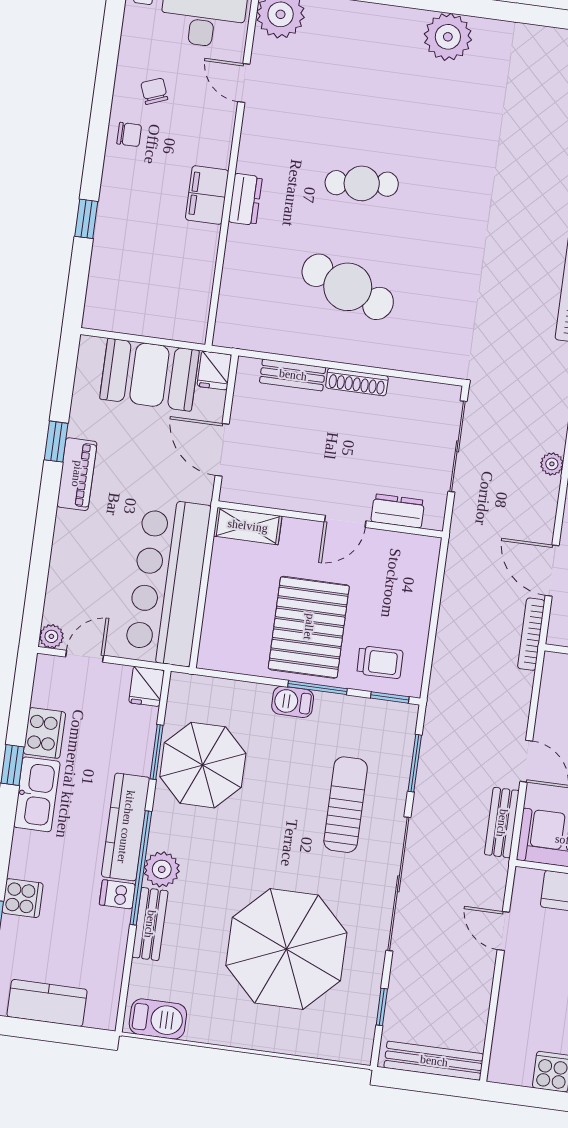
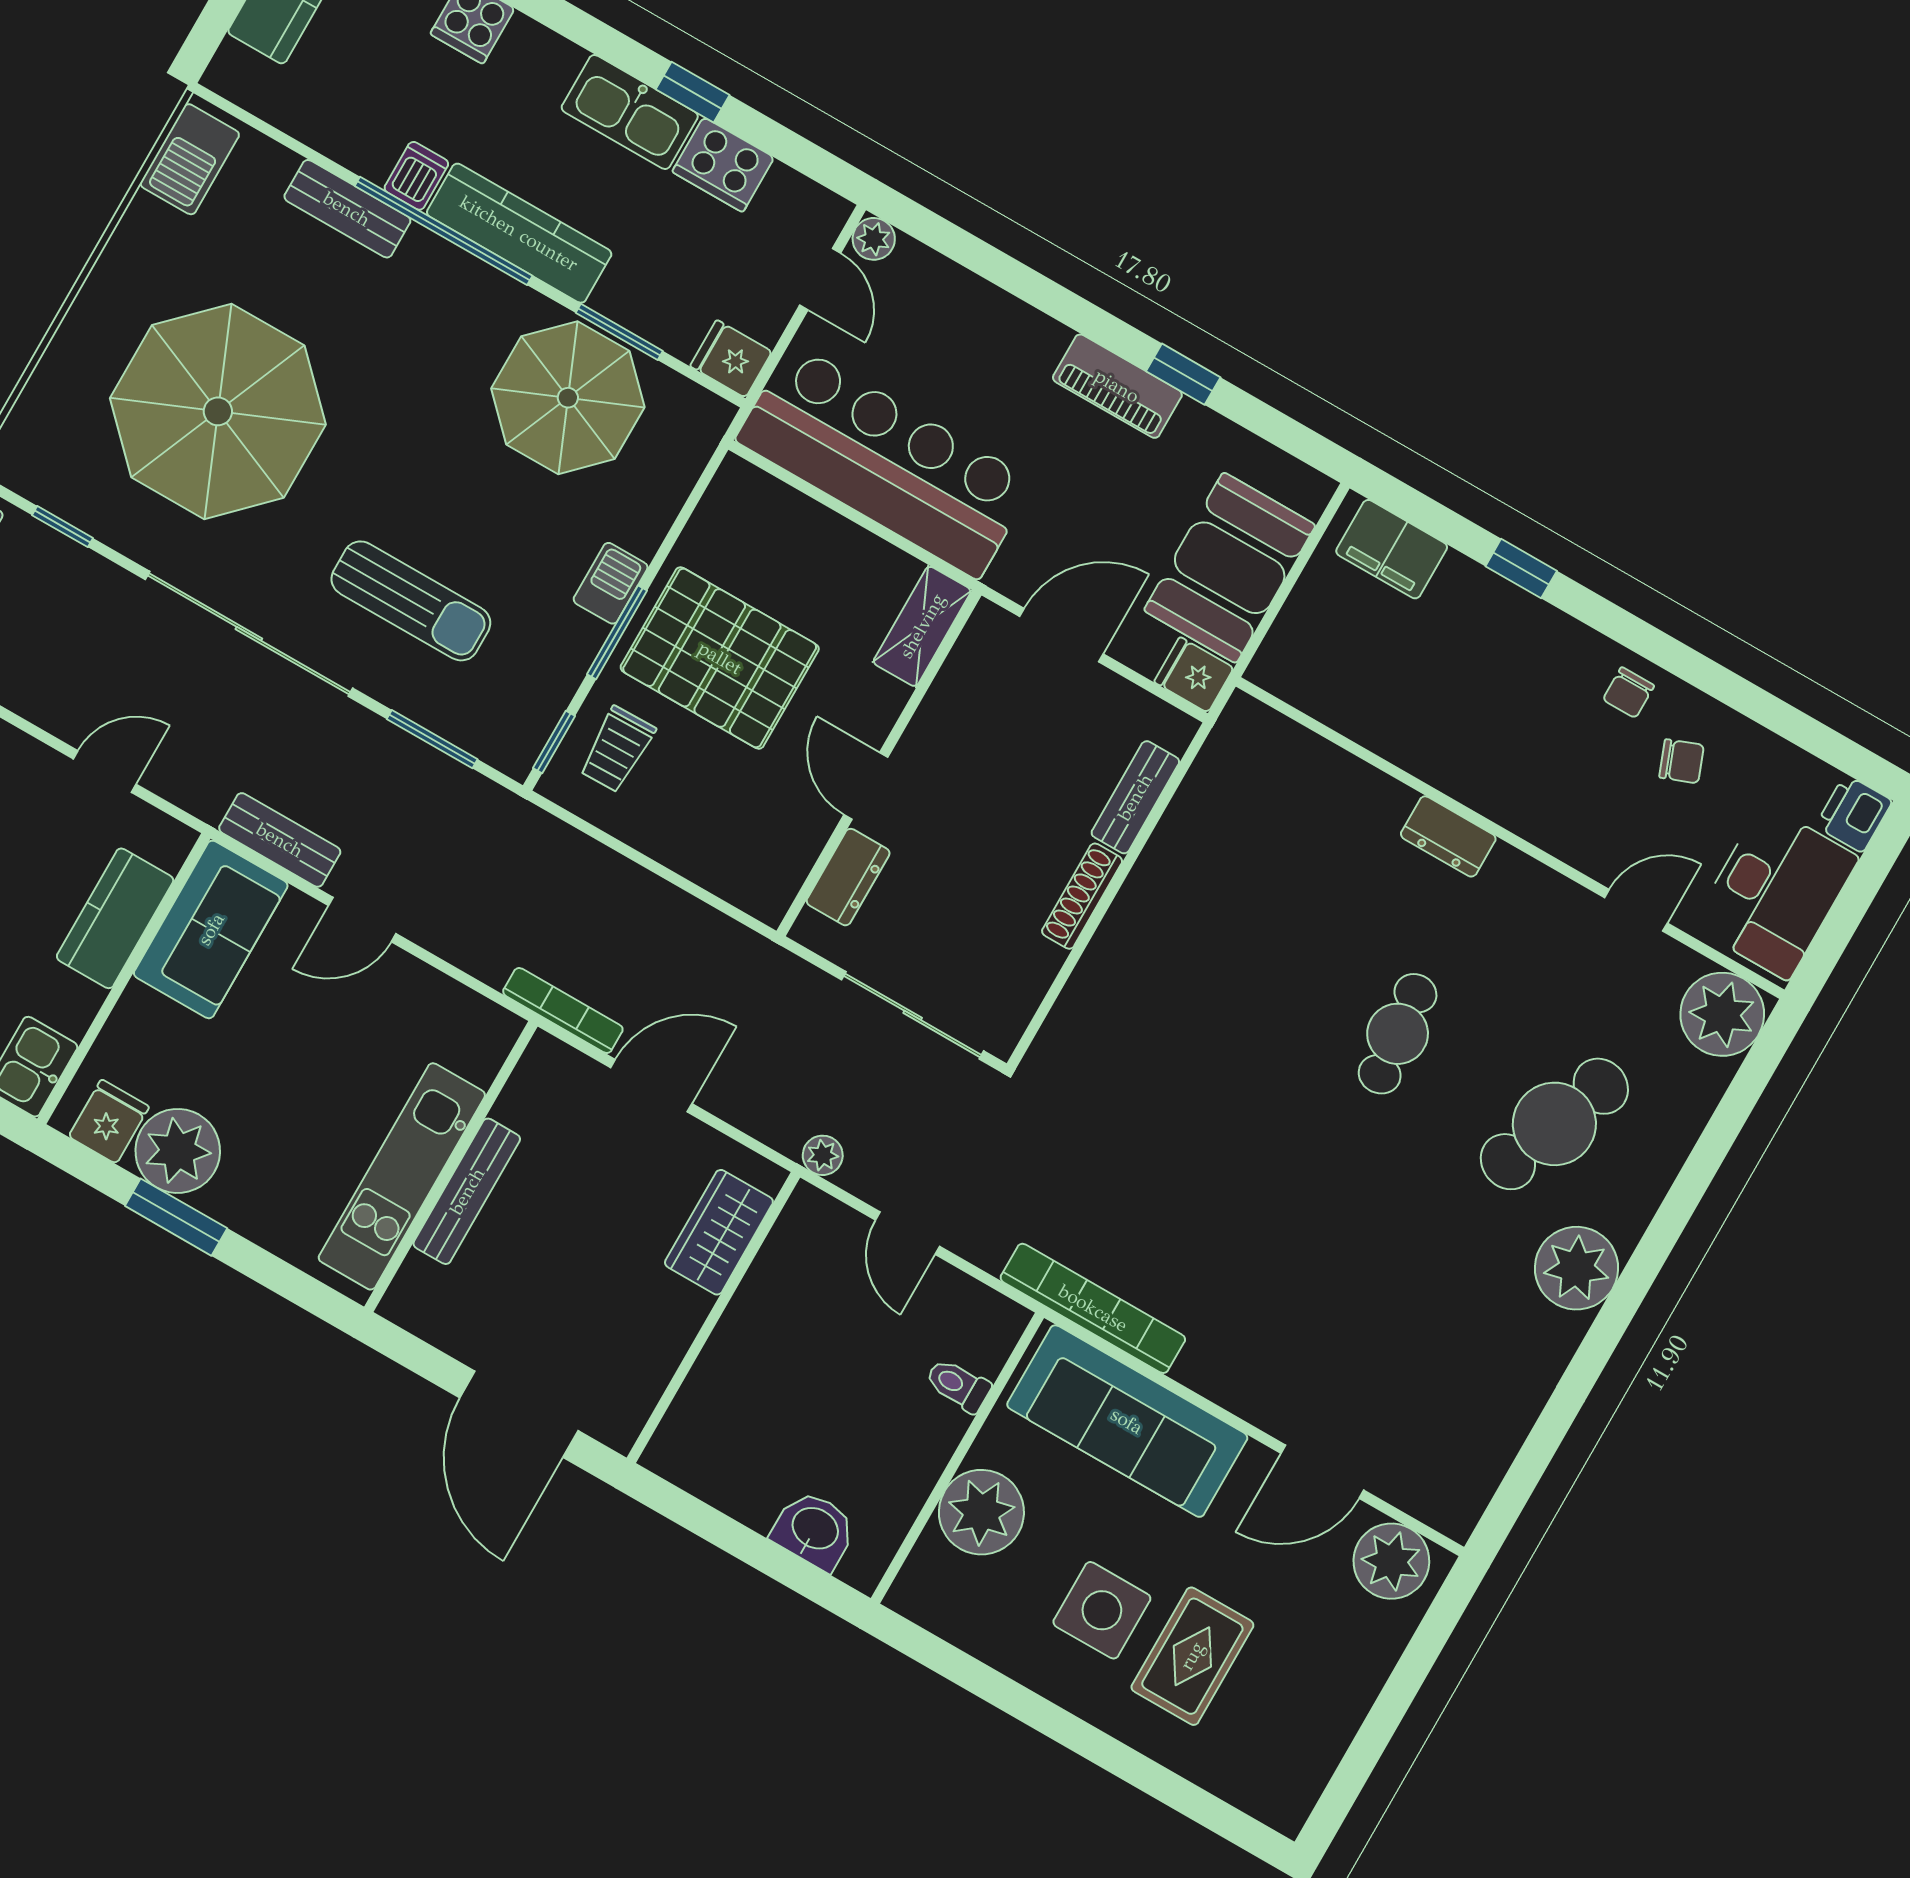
filing cabinet: (207, 195) -> (1392, 549), moved, turned 180
cafe table: (348, 287) -> (1554, 1124), moved
plant: (162, 869) -> (427, 263), removed

